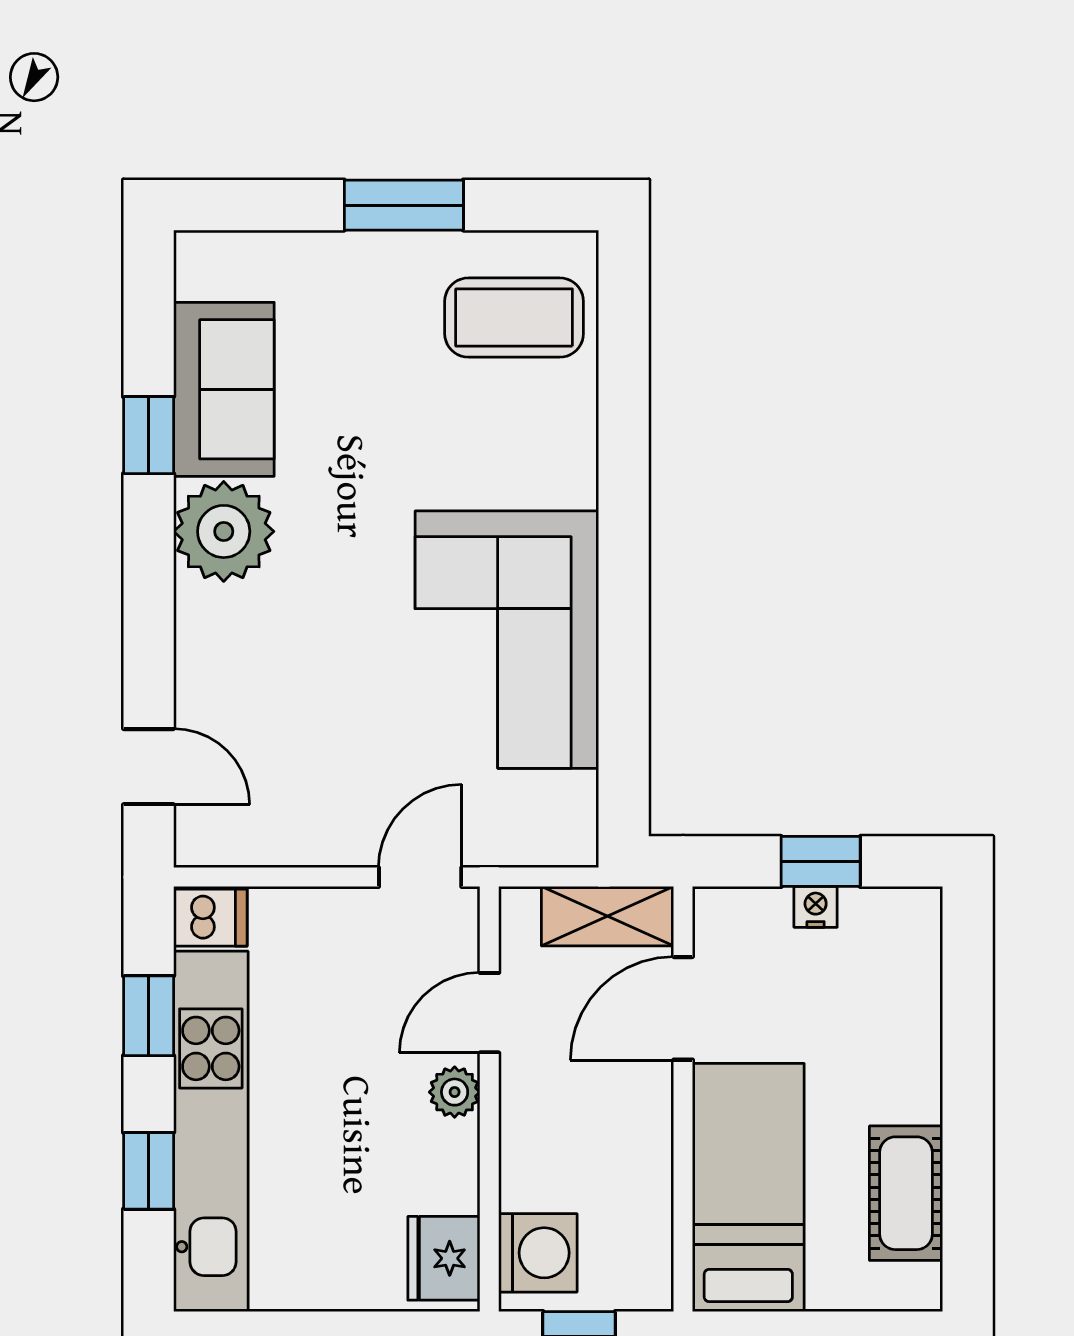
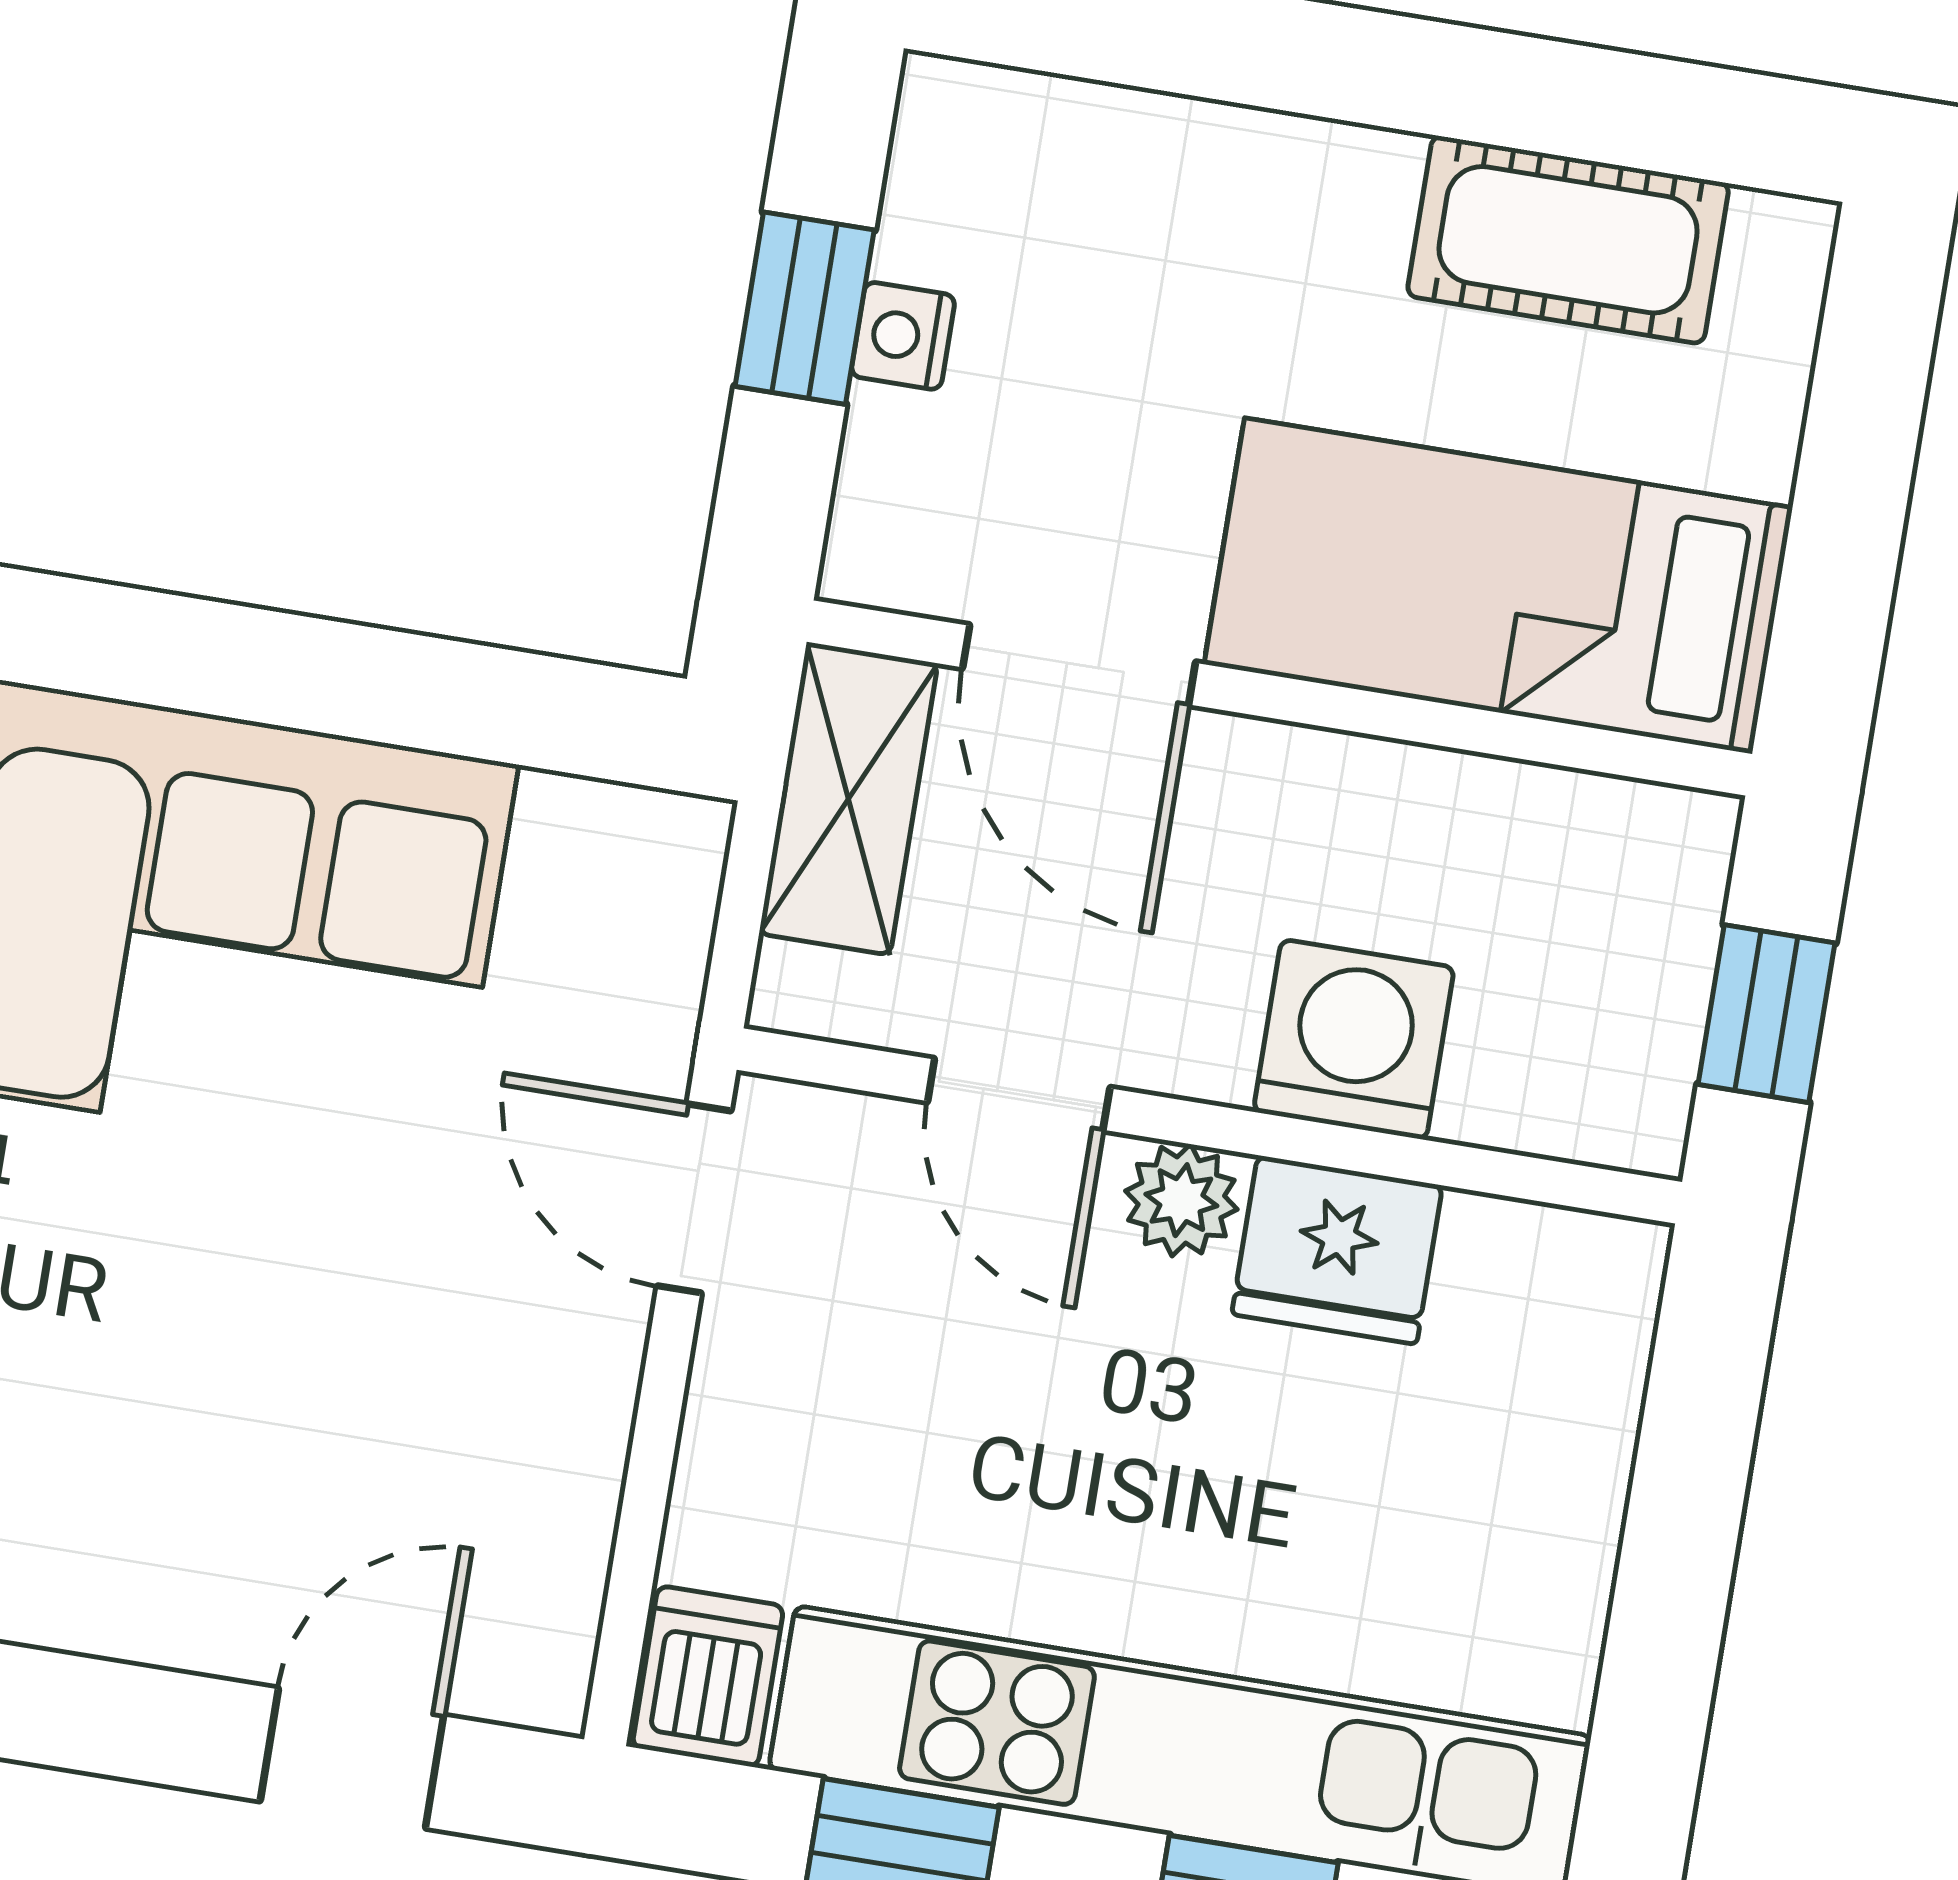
washing machine: (538, 1253) -> (1354, 1039), moved
fridge: (444, 1258) -> (1337, 1250), moved

